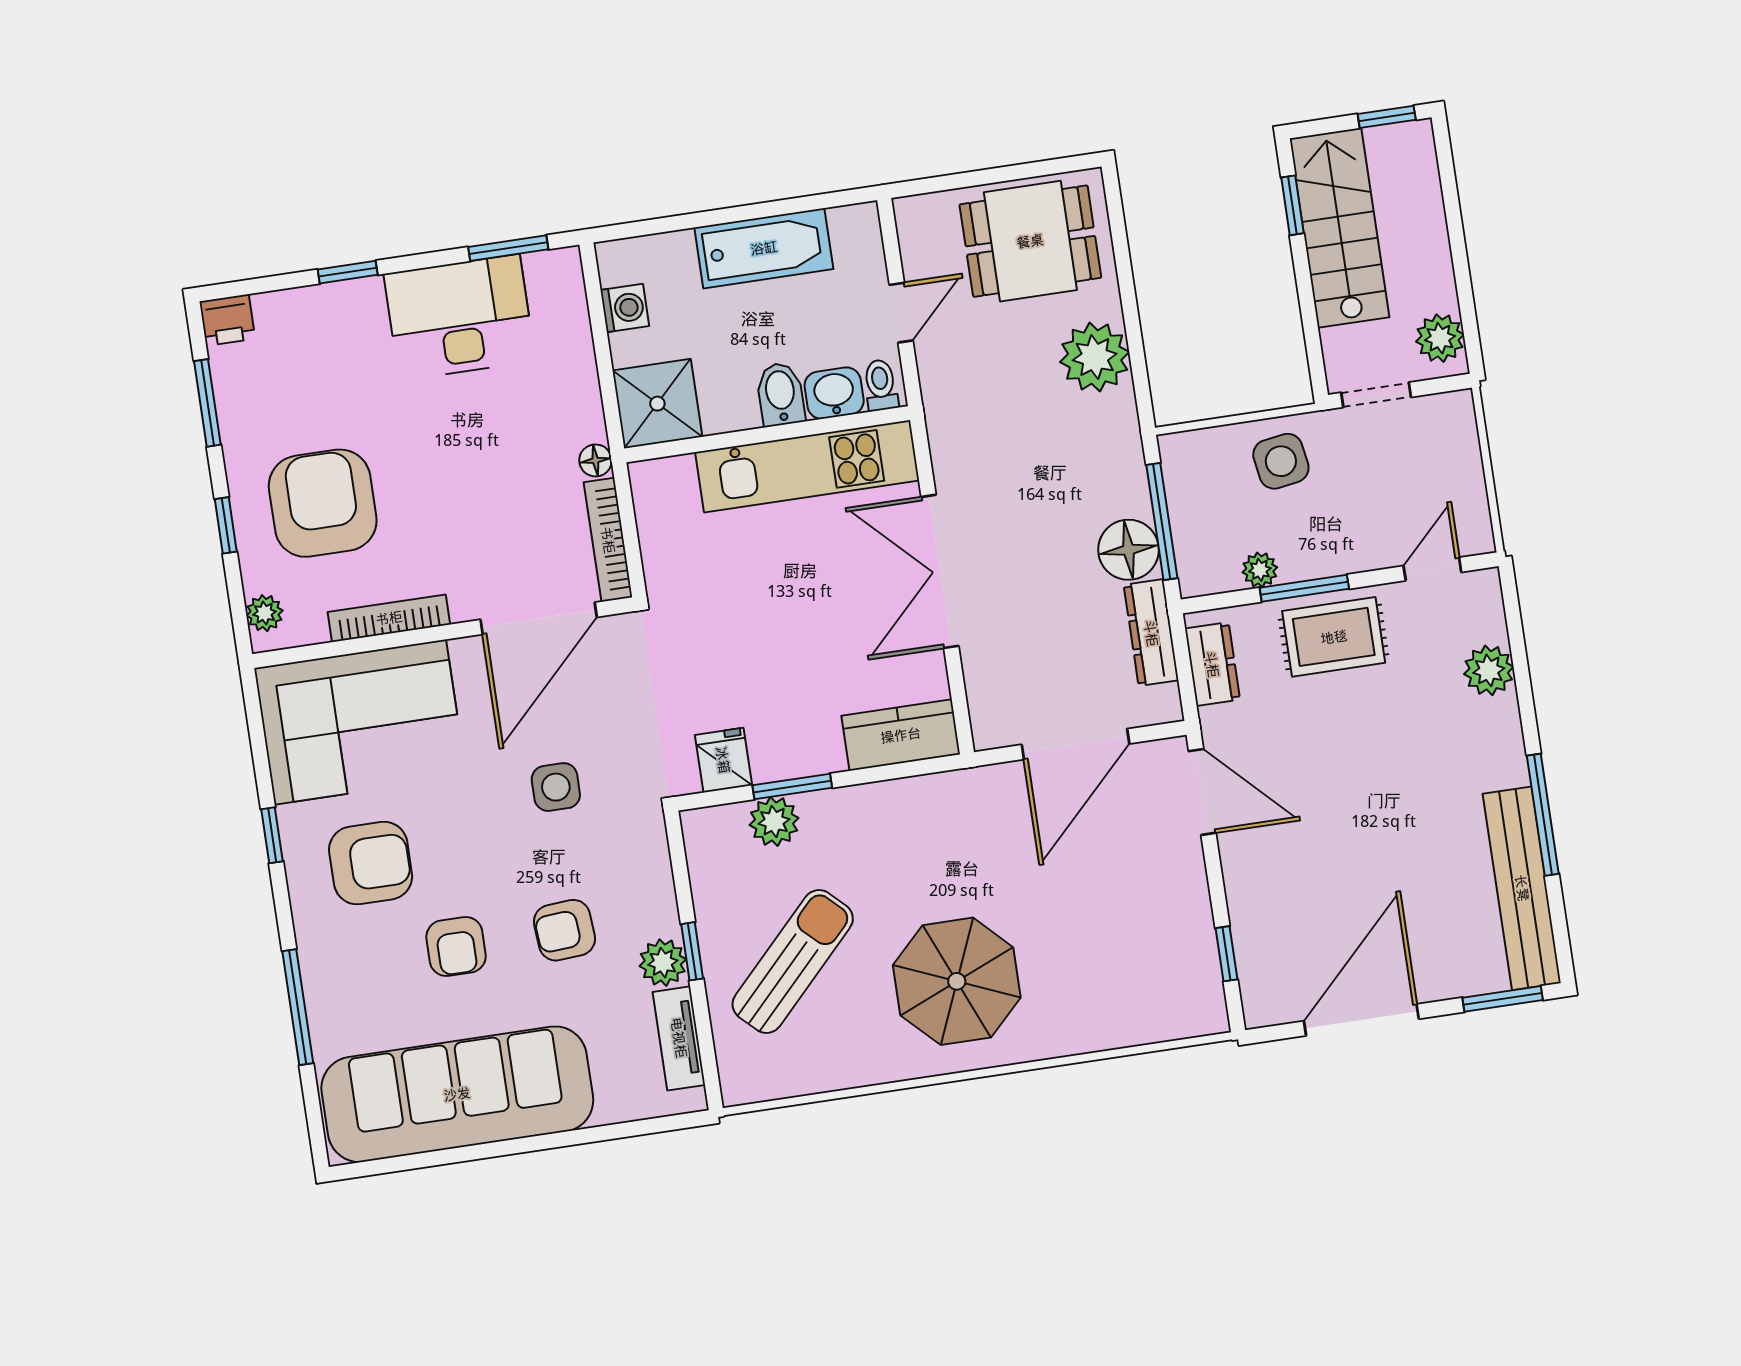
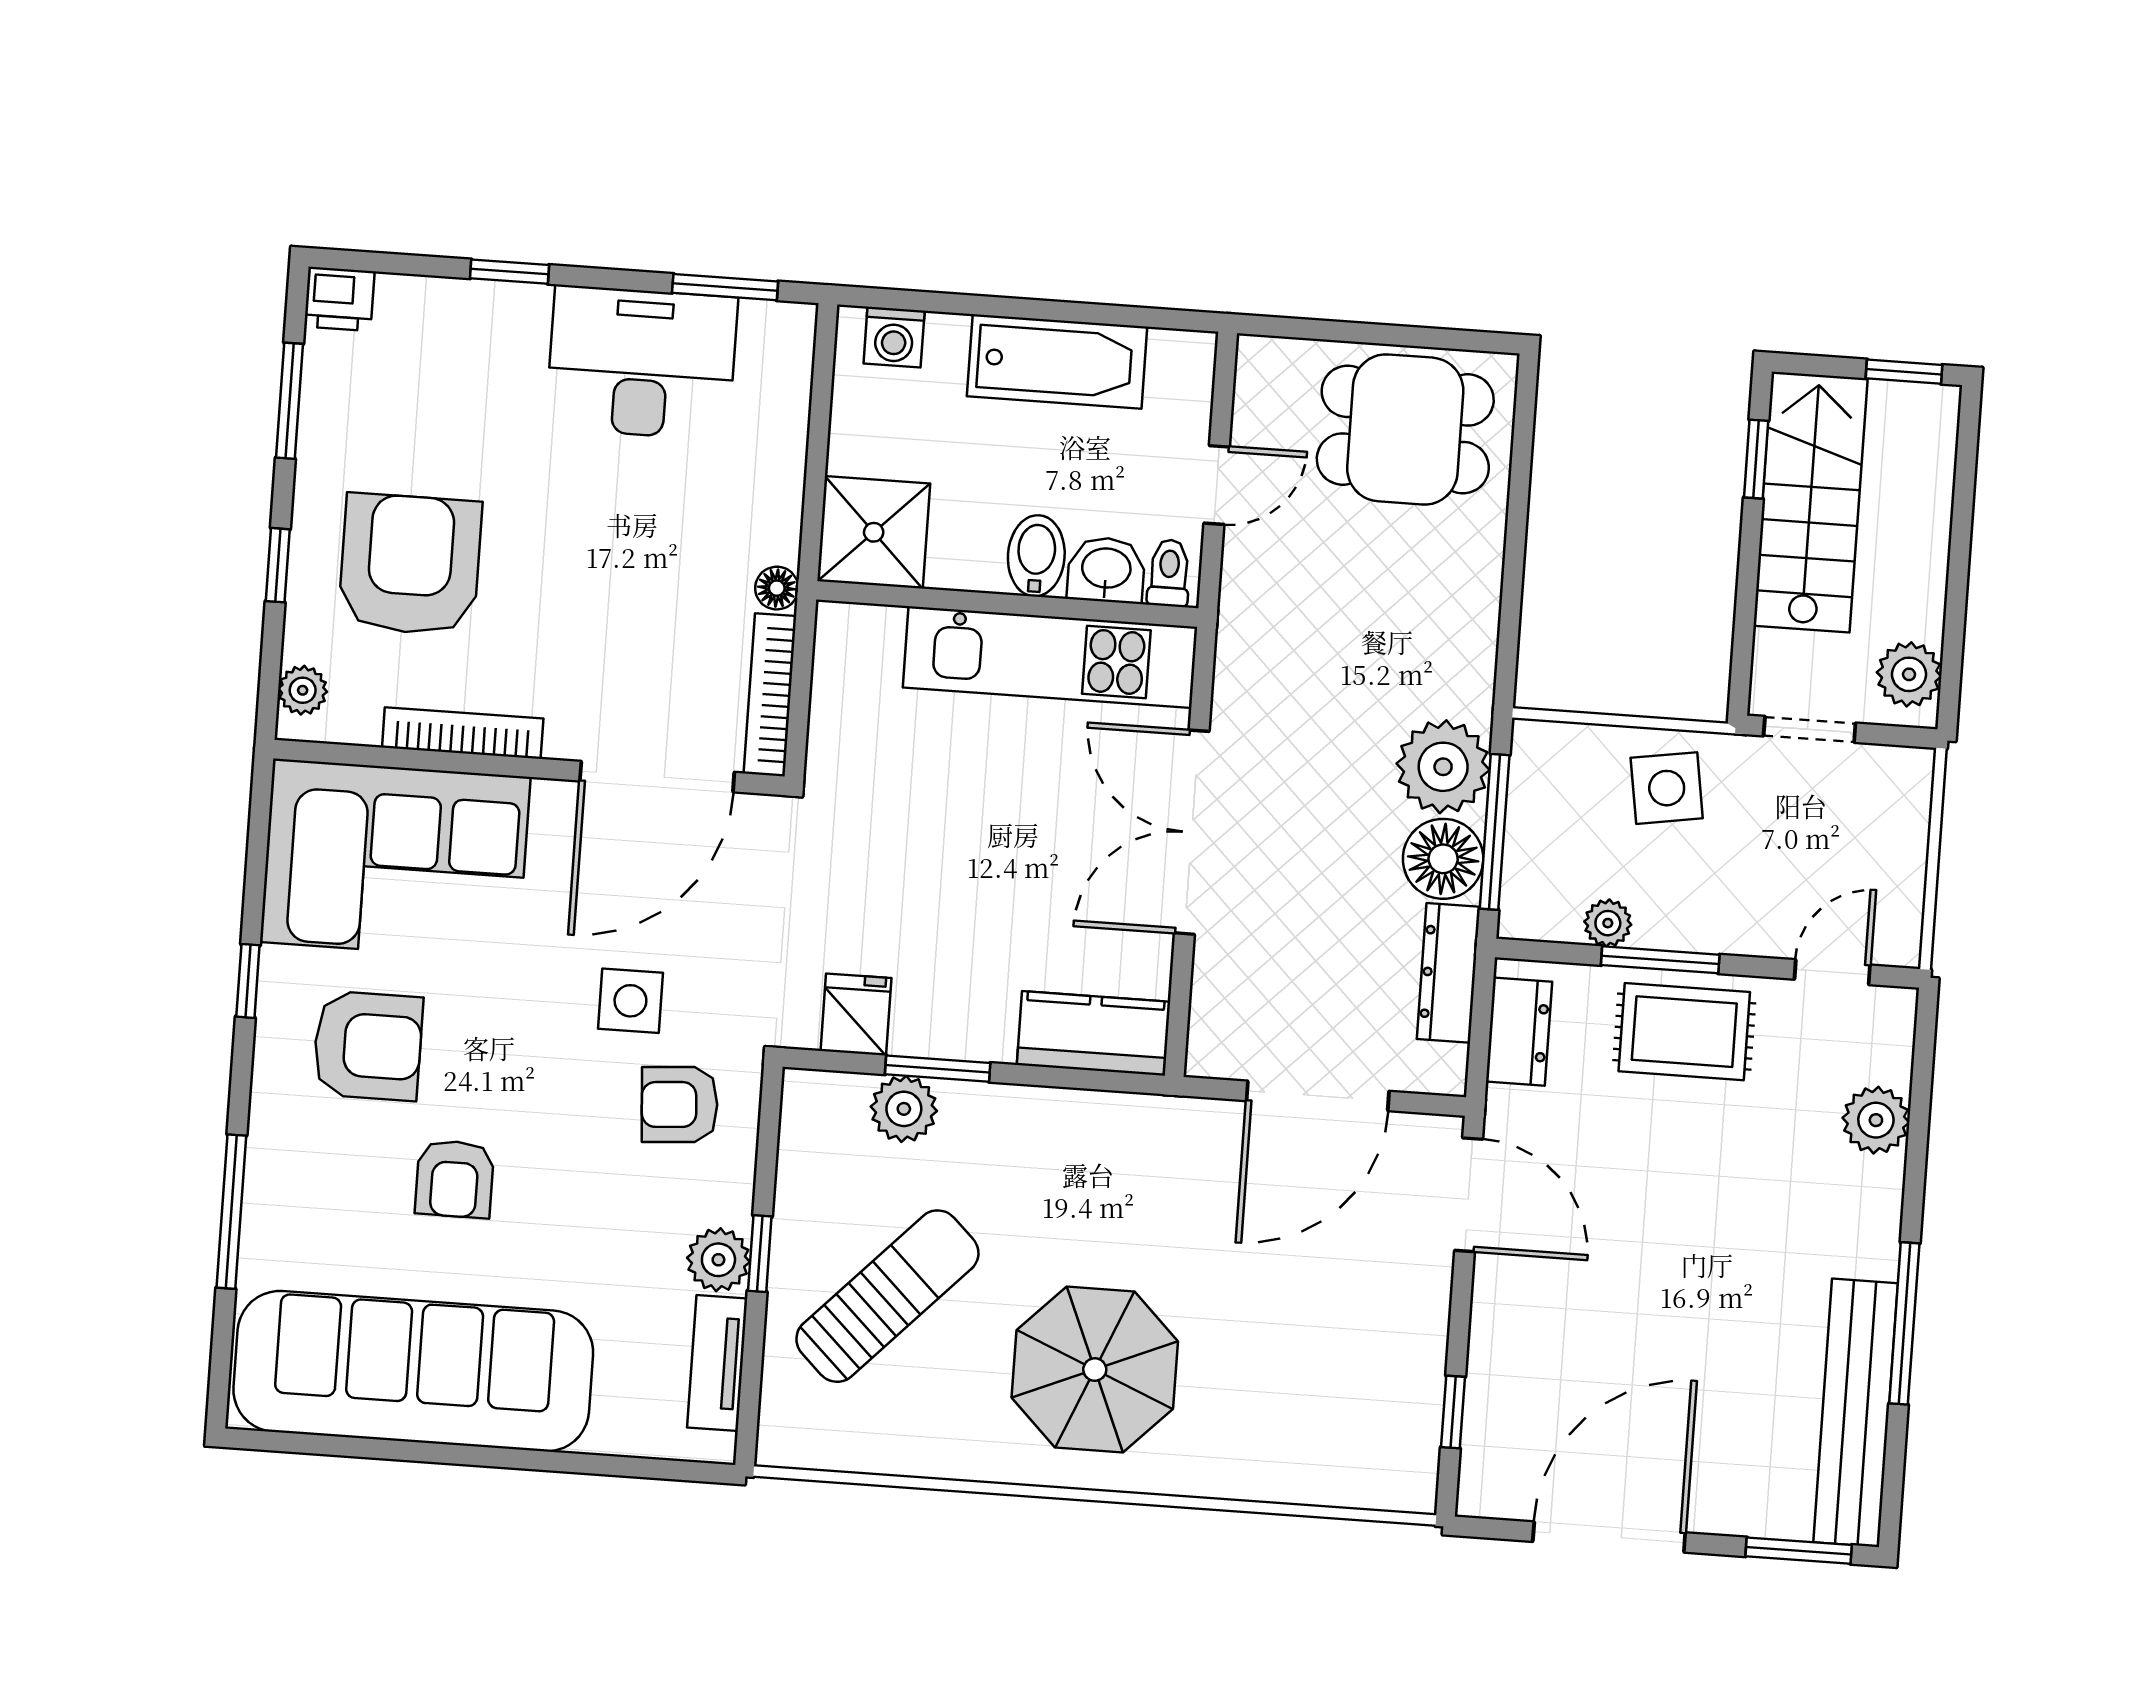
washing machine: (625, 308) -> (894, 337), moved, turned 90
plant: (1095, 357) -> (1443, 767), moved
armchair: (564, 930) -> (680, 1104), moved

